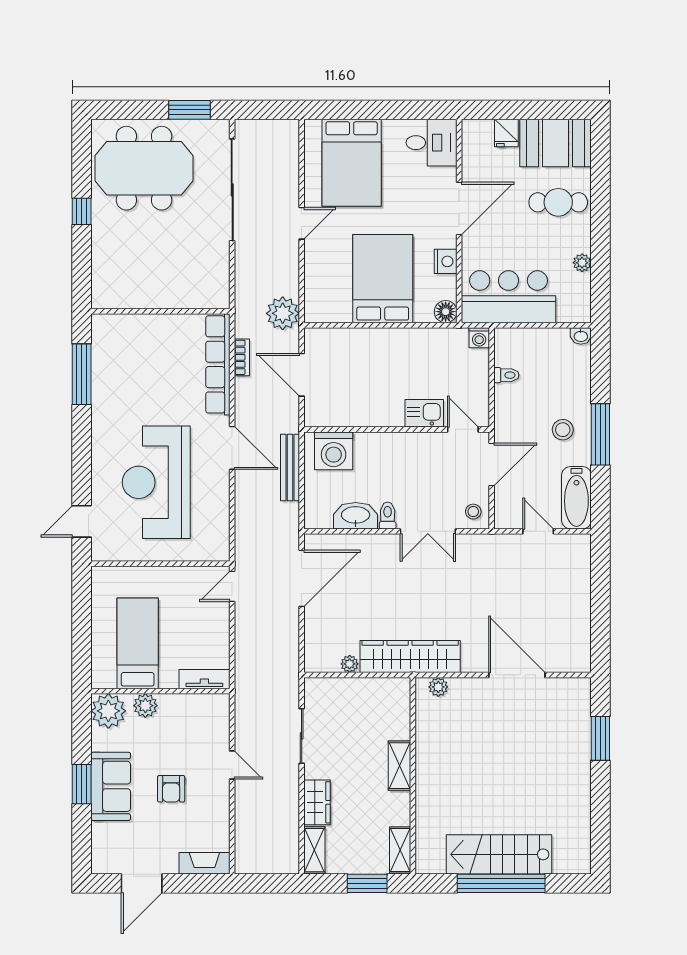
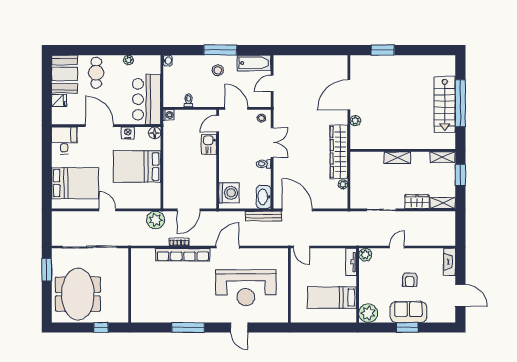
wall: (160, 311) -> (130, 285), moved
bench: (290, 467) -> (263, 216), moved
washbasin: (356, 516) -> (264, 197), moved
door: (82, 521) -> (239, 327), moved
plant: (438, 687) -> (355, 121), moved
plant: (145, 706) -> (365, 255), moved
armchair: (171, 789) -> (410, 280), turned 90

